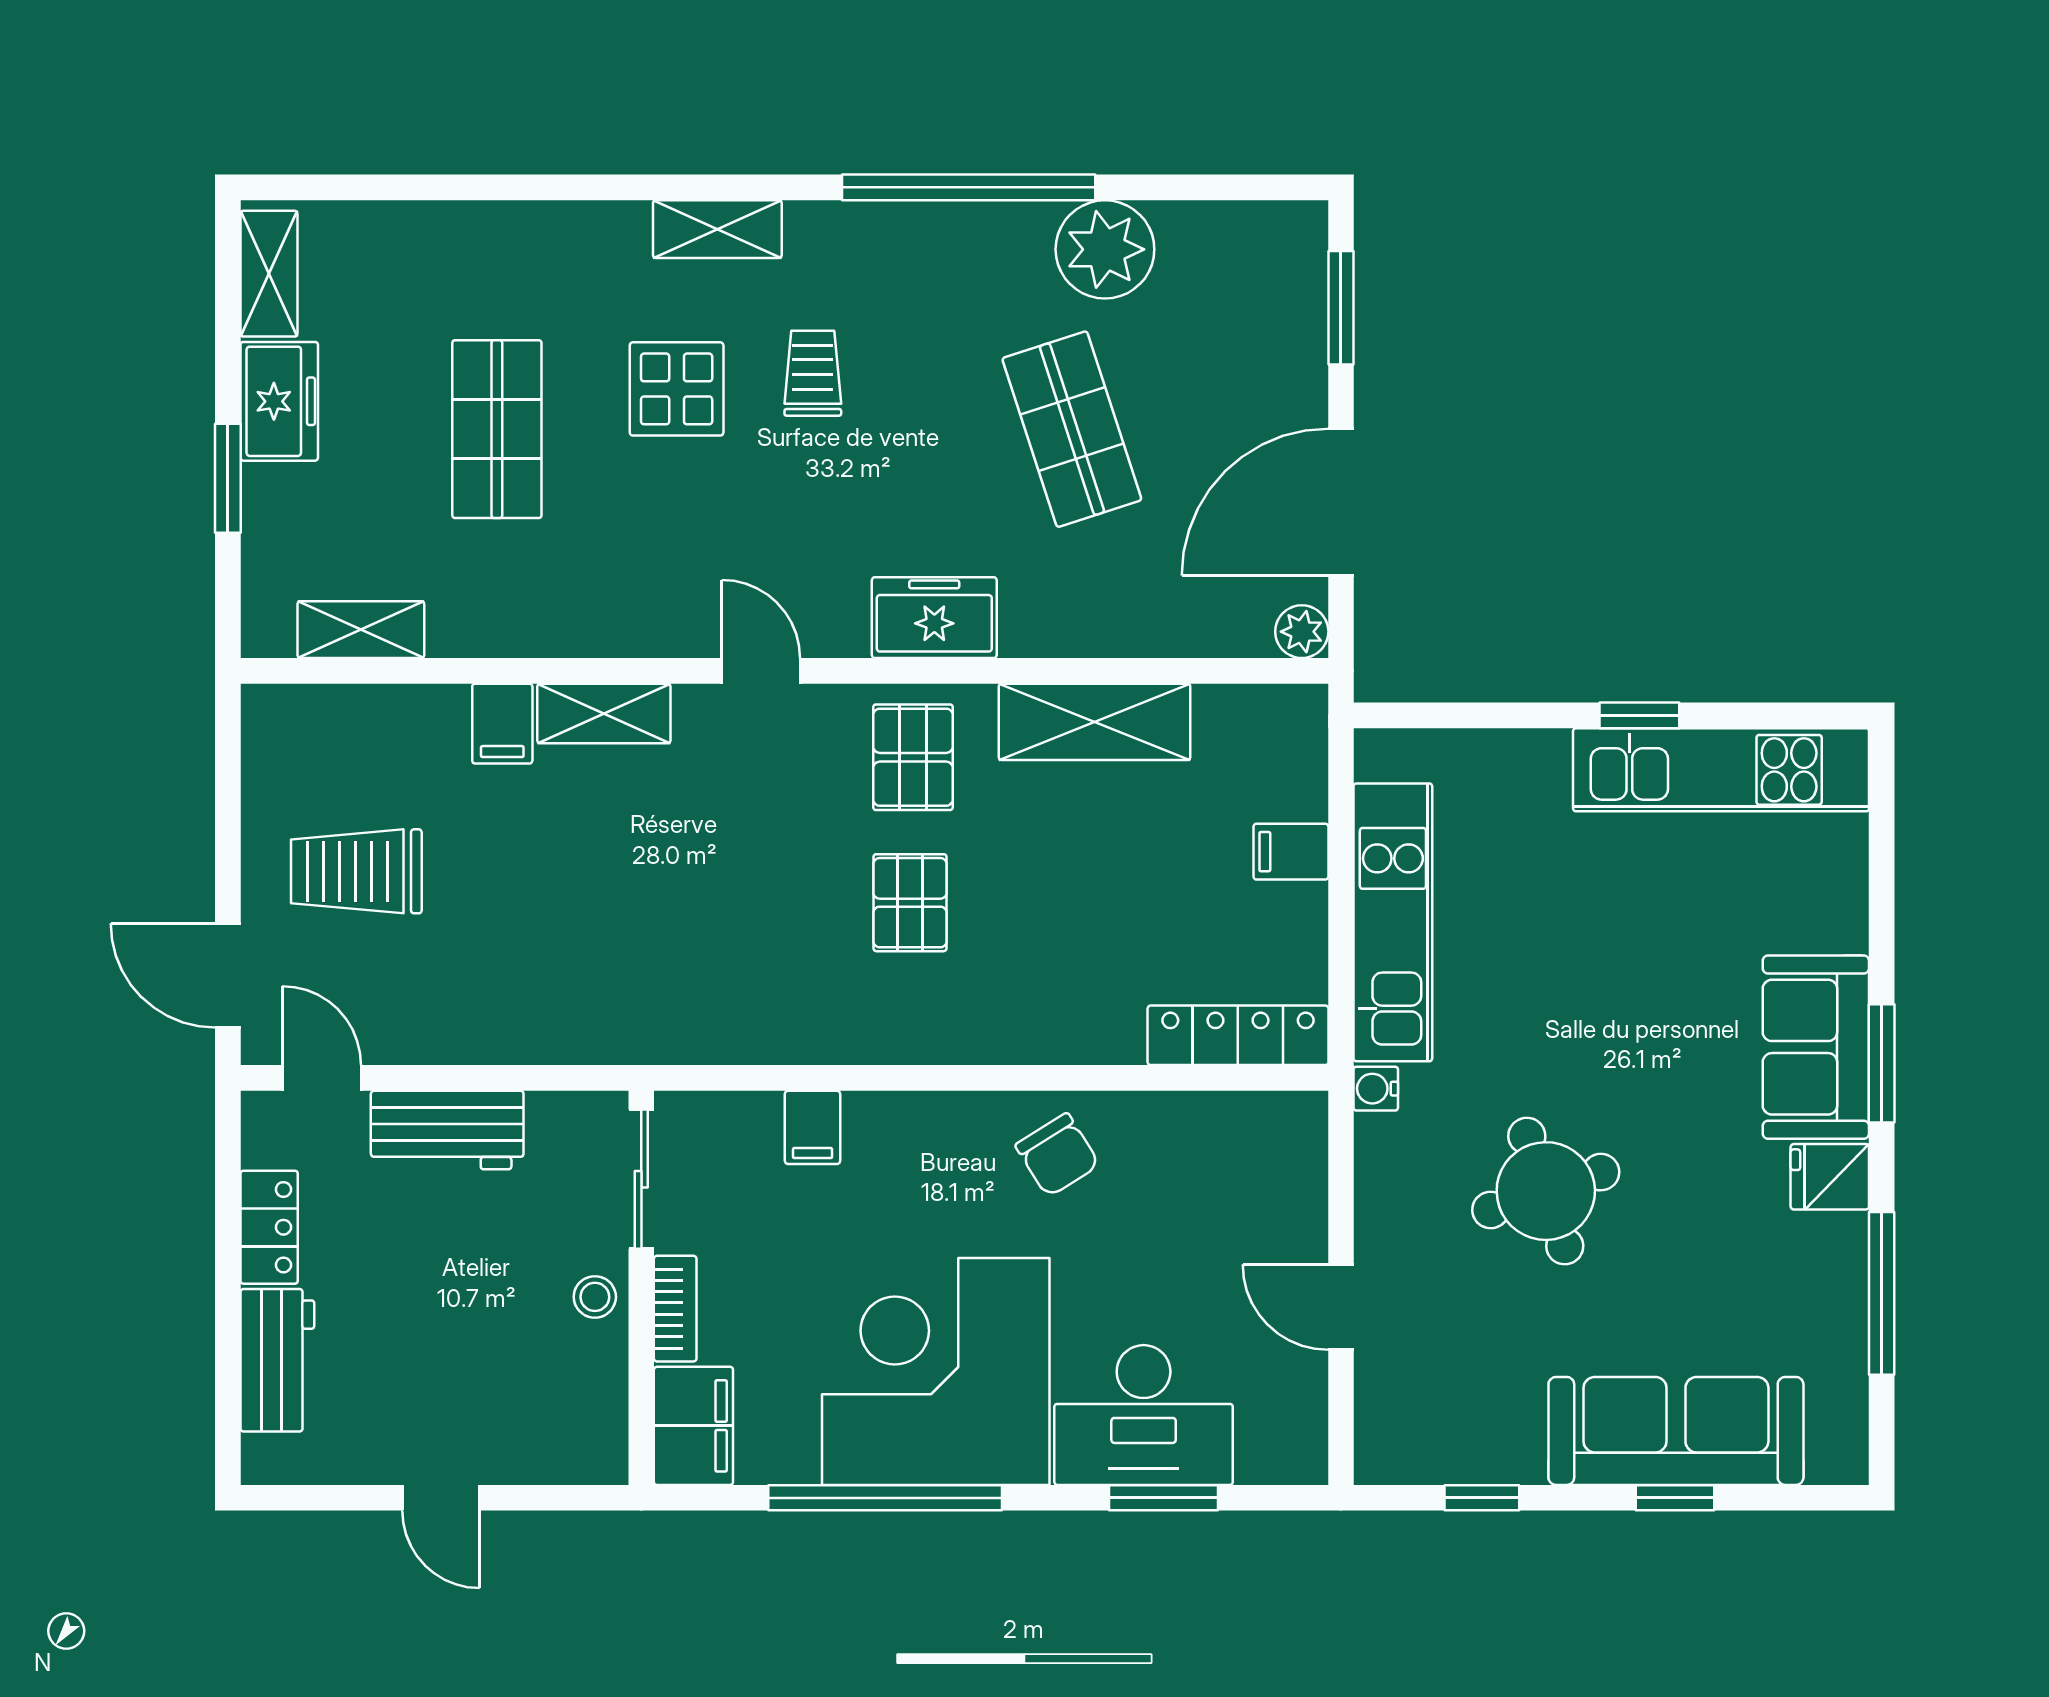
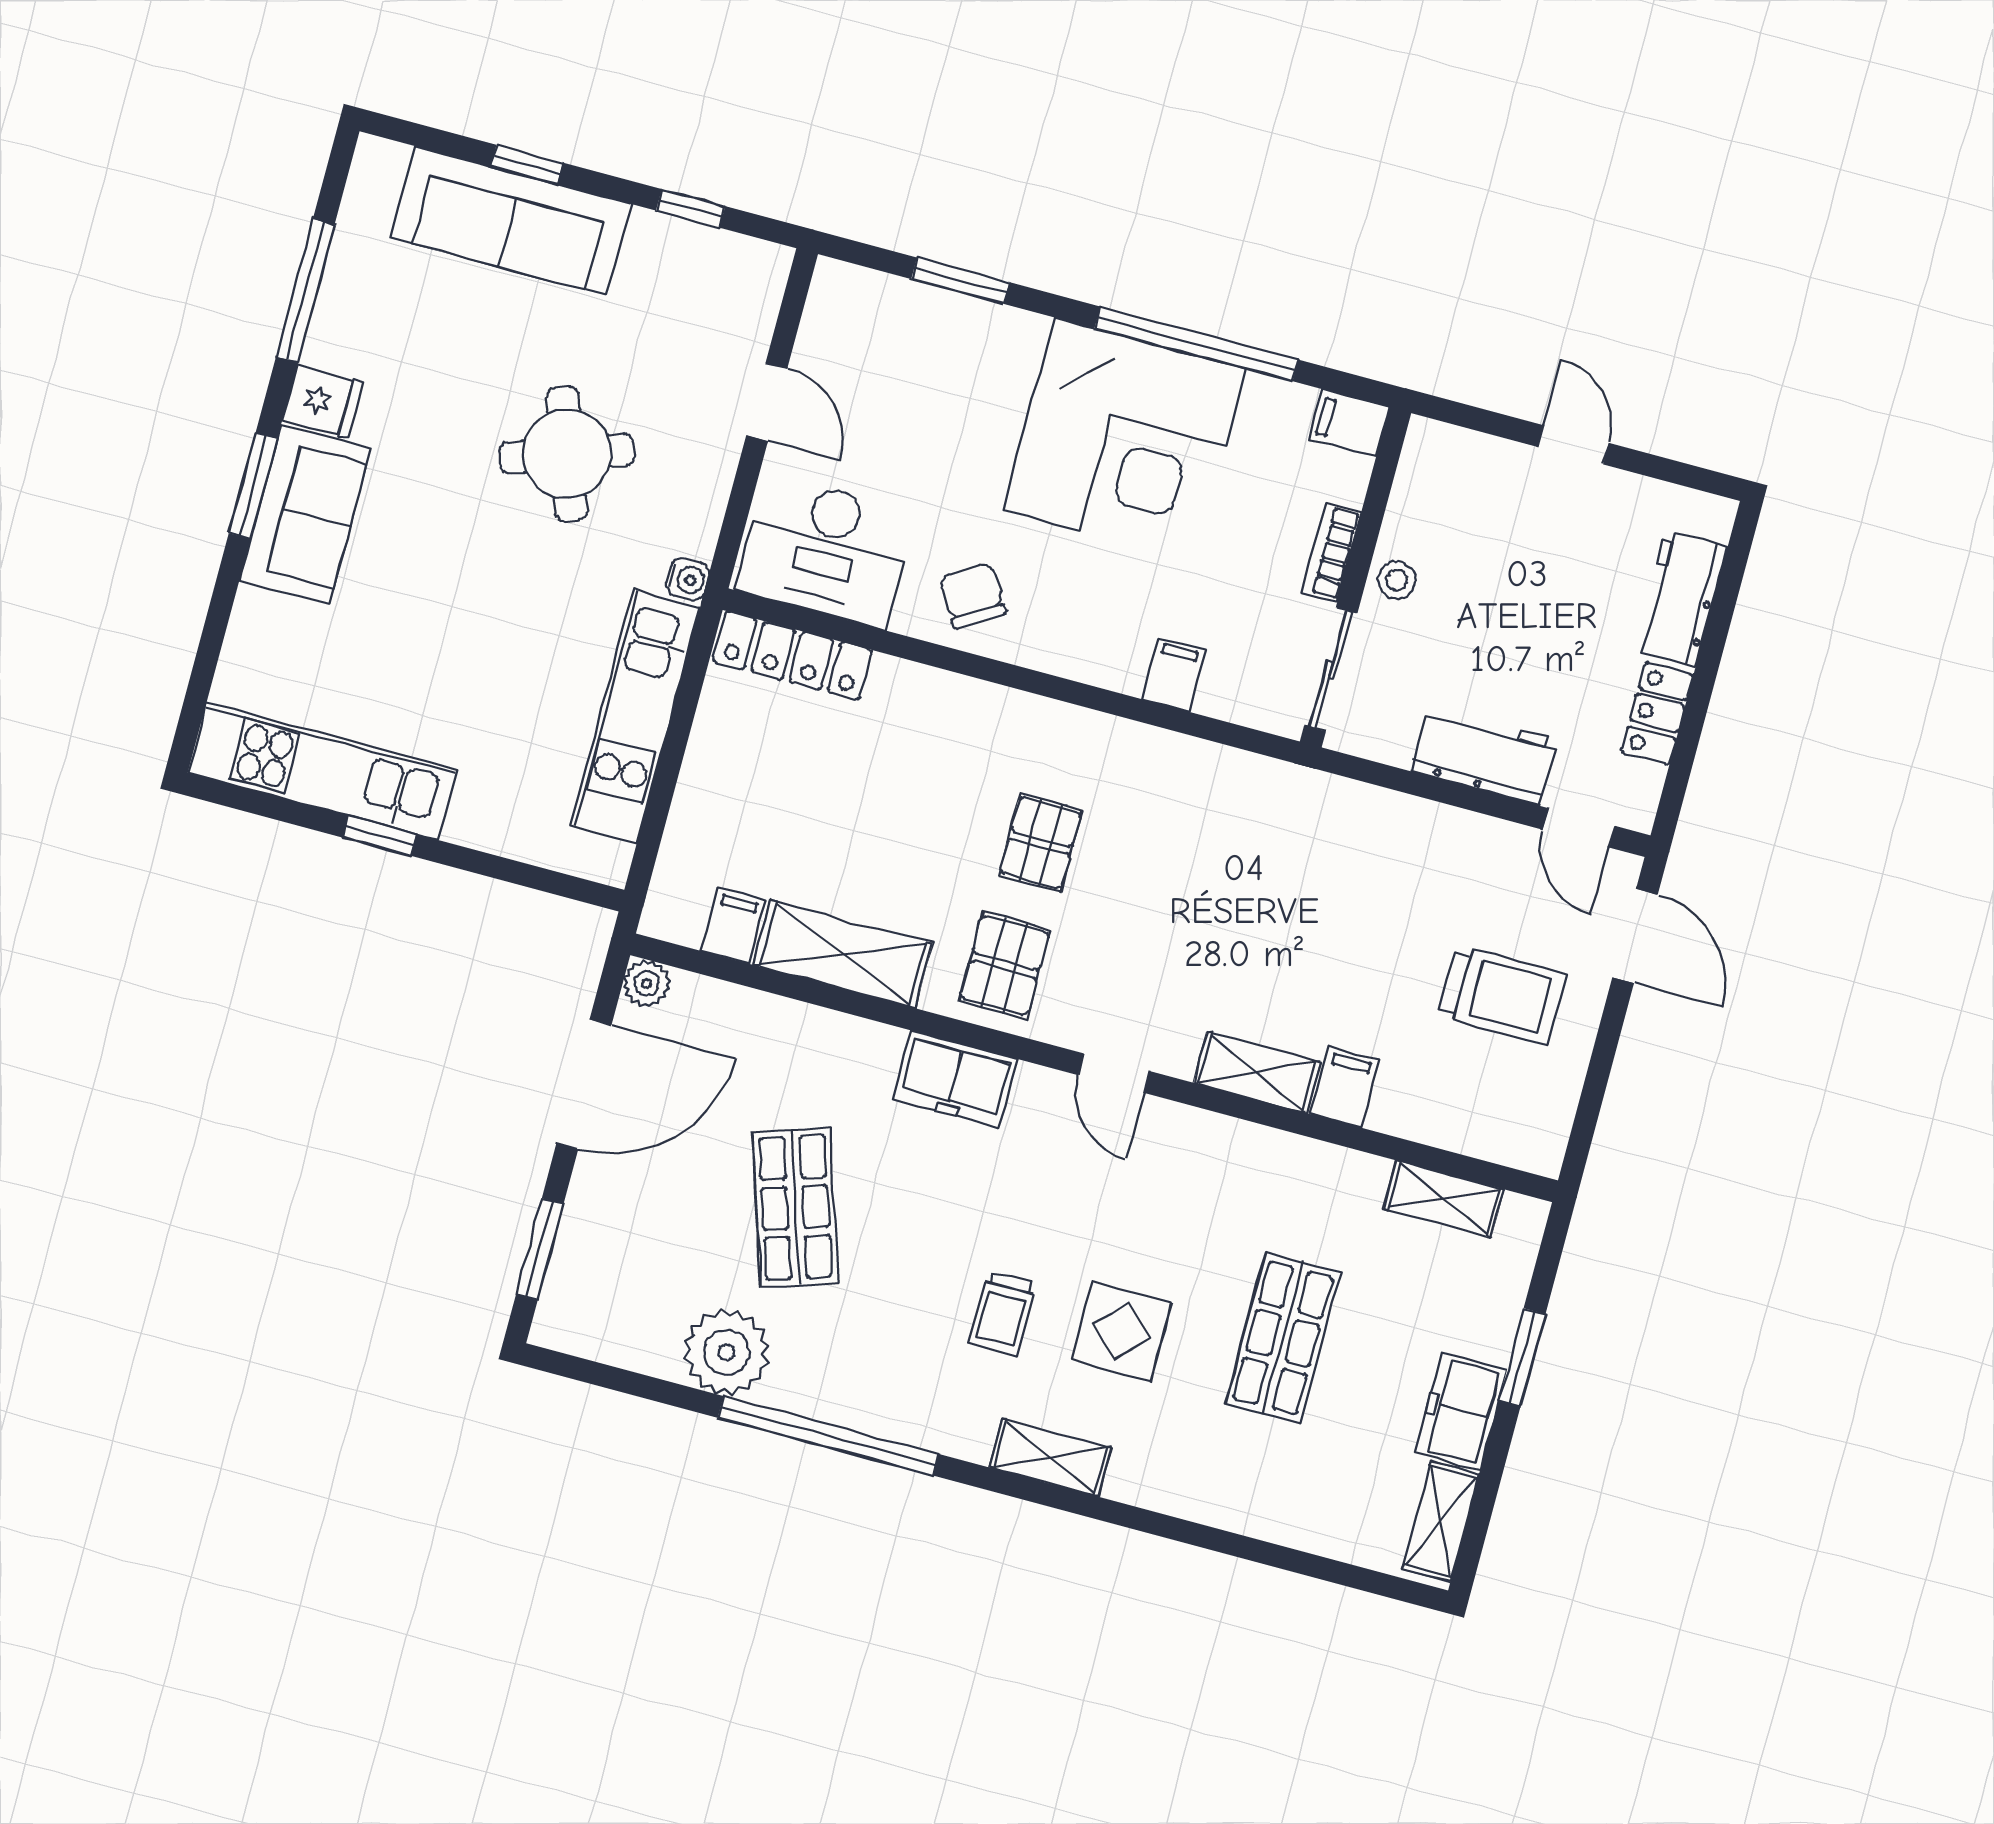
filing cabinet: (1291, 852) -> (733, 926), moved, turned -90
desk: (1144, 1415) -> (826, 551), moved, turned 180
filing cabinet: (693, 1426) -> (1349, 423), width x0.50

